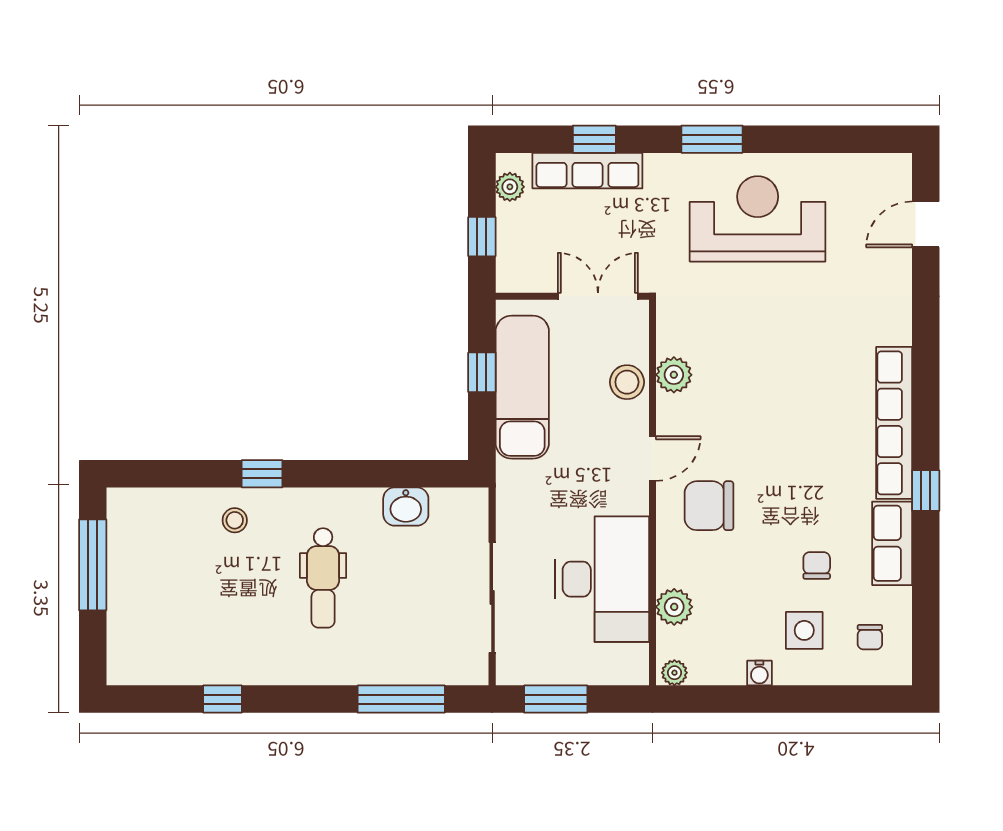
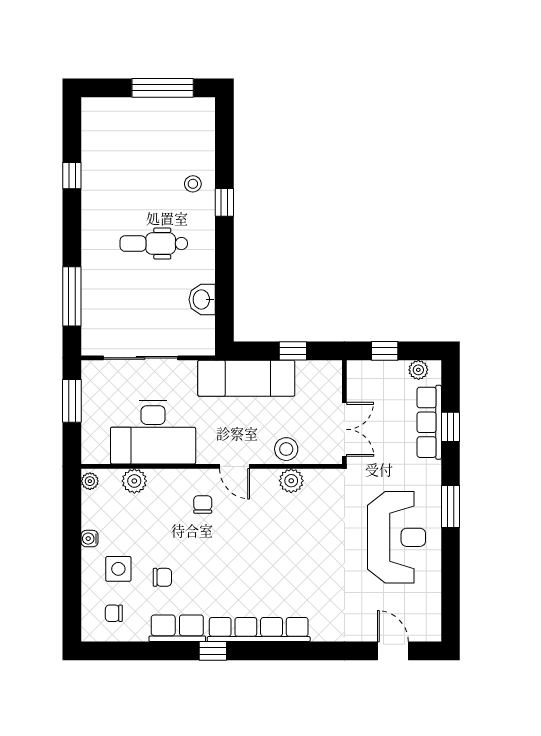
exam couch: (522, 387) -> (246, 378), moved
chair: (709, 506) -> (203, 505), width x0.54, depth x0.54

